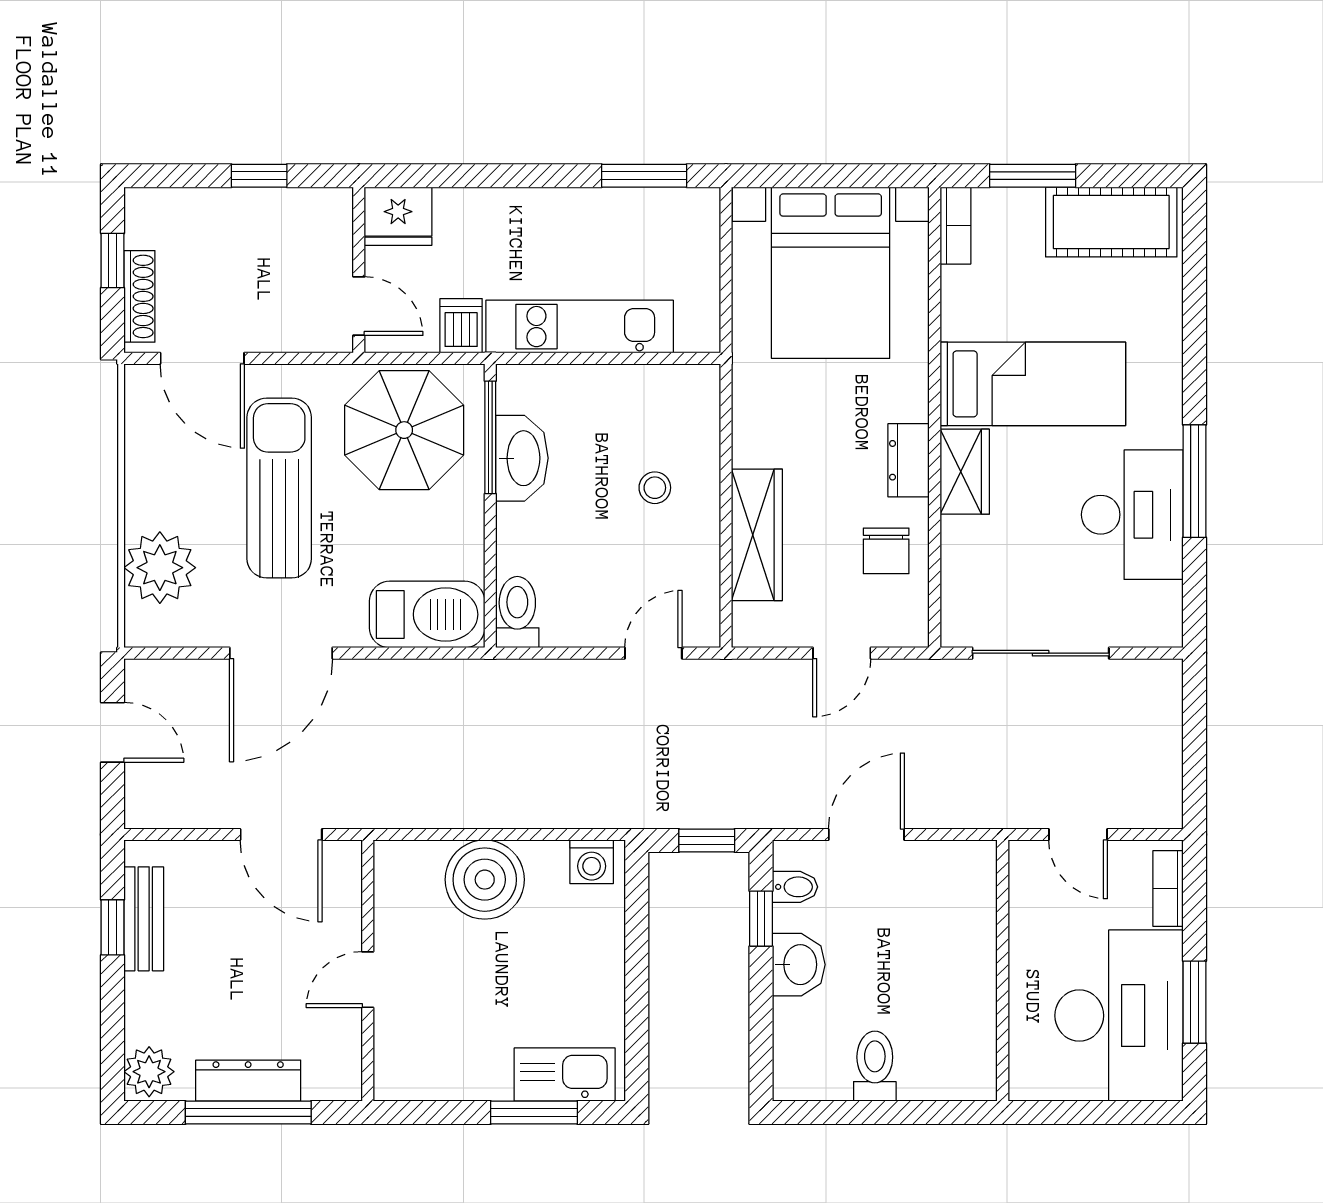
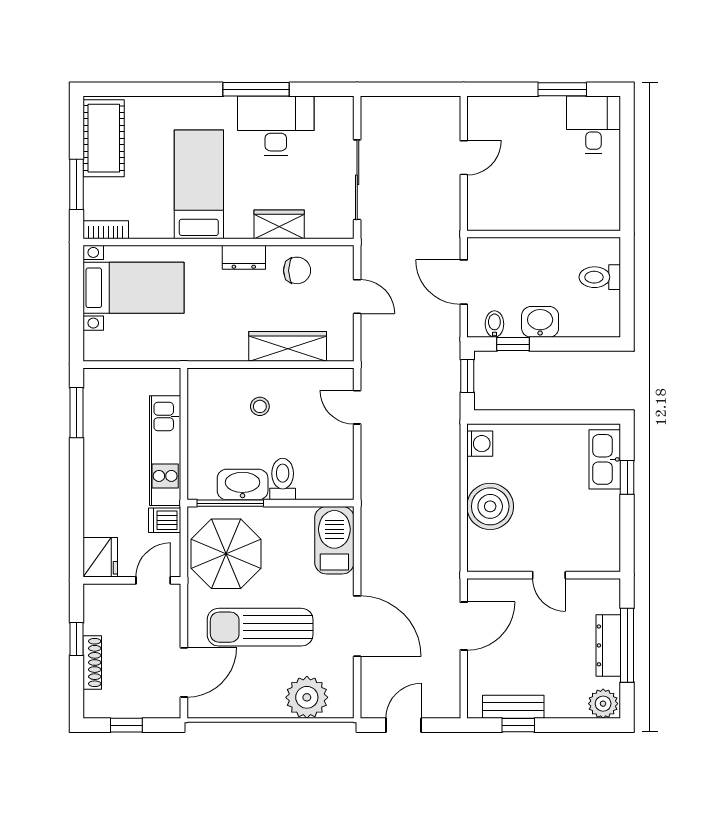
bed with nightstands: (831, 273) -> (134, 288), width x0.73
shoe rack: (139, 296) -> (92, 662), moved, turned 90
wardrobe: (965, 472) -> (279, 224), moved
toilet: (517, 612) -> (283, 479), moved, turned 90
bookcase: (1168, 888) -> (495, 105), removed
wall: (1003, 971) -> (544, 234), moved
desk: (1119, 1016) -> (594, 125), width x0.53, depth x0.77
window: (534, 1113) -> (627, 477), width x0.67

